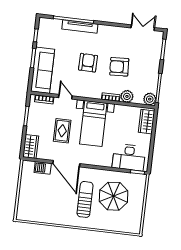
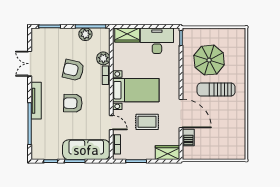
tv unit: (80, 27) -> (36, 101), moved
double door: (143, 28) -> (30, 64), moved
armchair: (119, 67) -> (73, 70), turned 106
door: (65, 97) -> (111, 123), swing flipped
plant: (150, 99) -> (85, 34), moved
desk: (129, 157) -> (157, 41), moved, turned -90
door: (66, 164) -> (181, 113), hinge flipped

